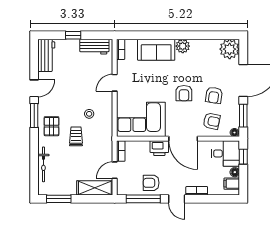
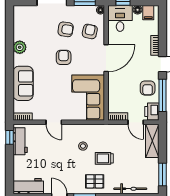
window: (73, 35) -> (10, 137), moved
plant: (183, 46) -> (20, 47), moved
plant: (230, 49) -> (22, 15), removed
armchair: (184, 93) -> (64, 57), turned -90
printer: (159, 148) -> (152, 112), moved, turned 180

